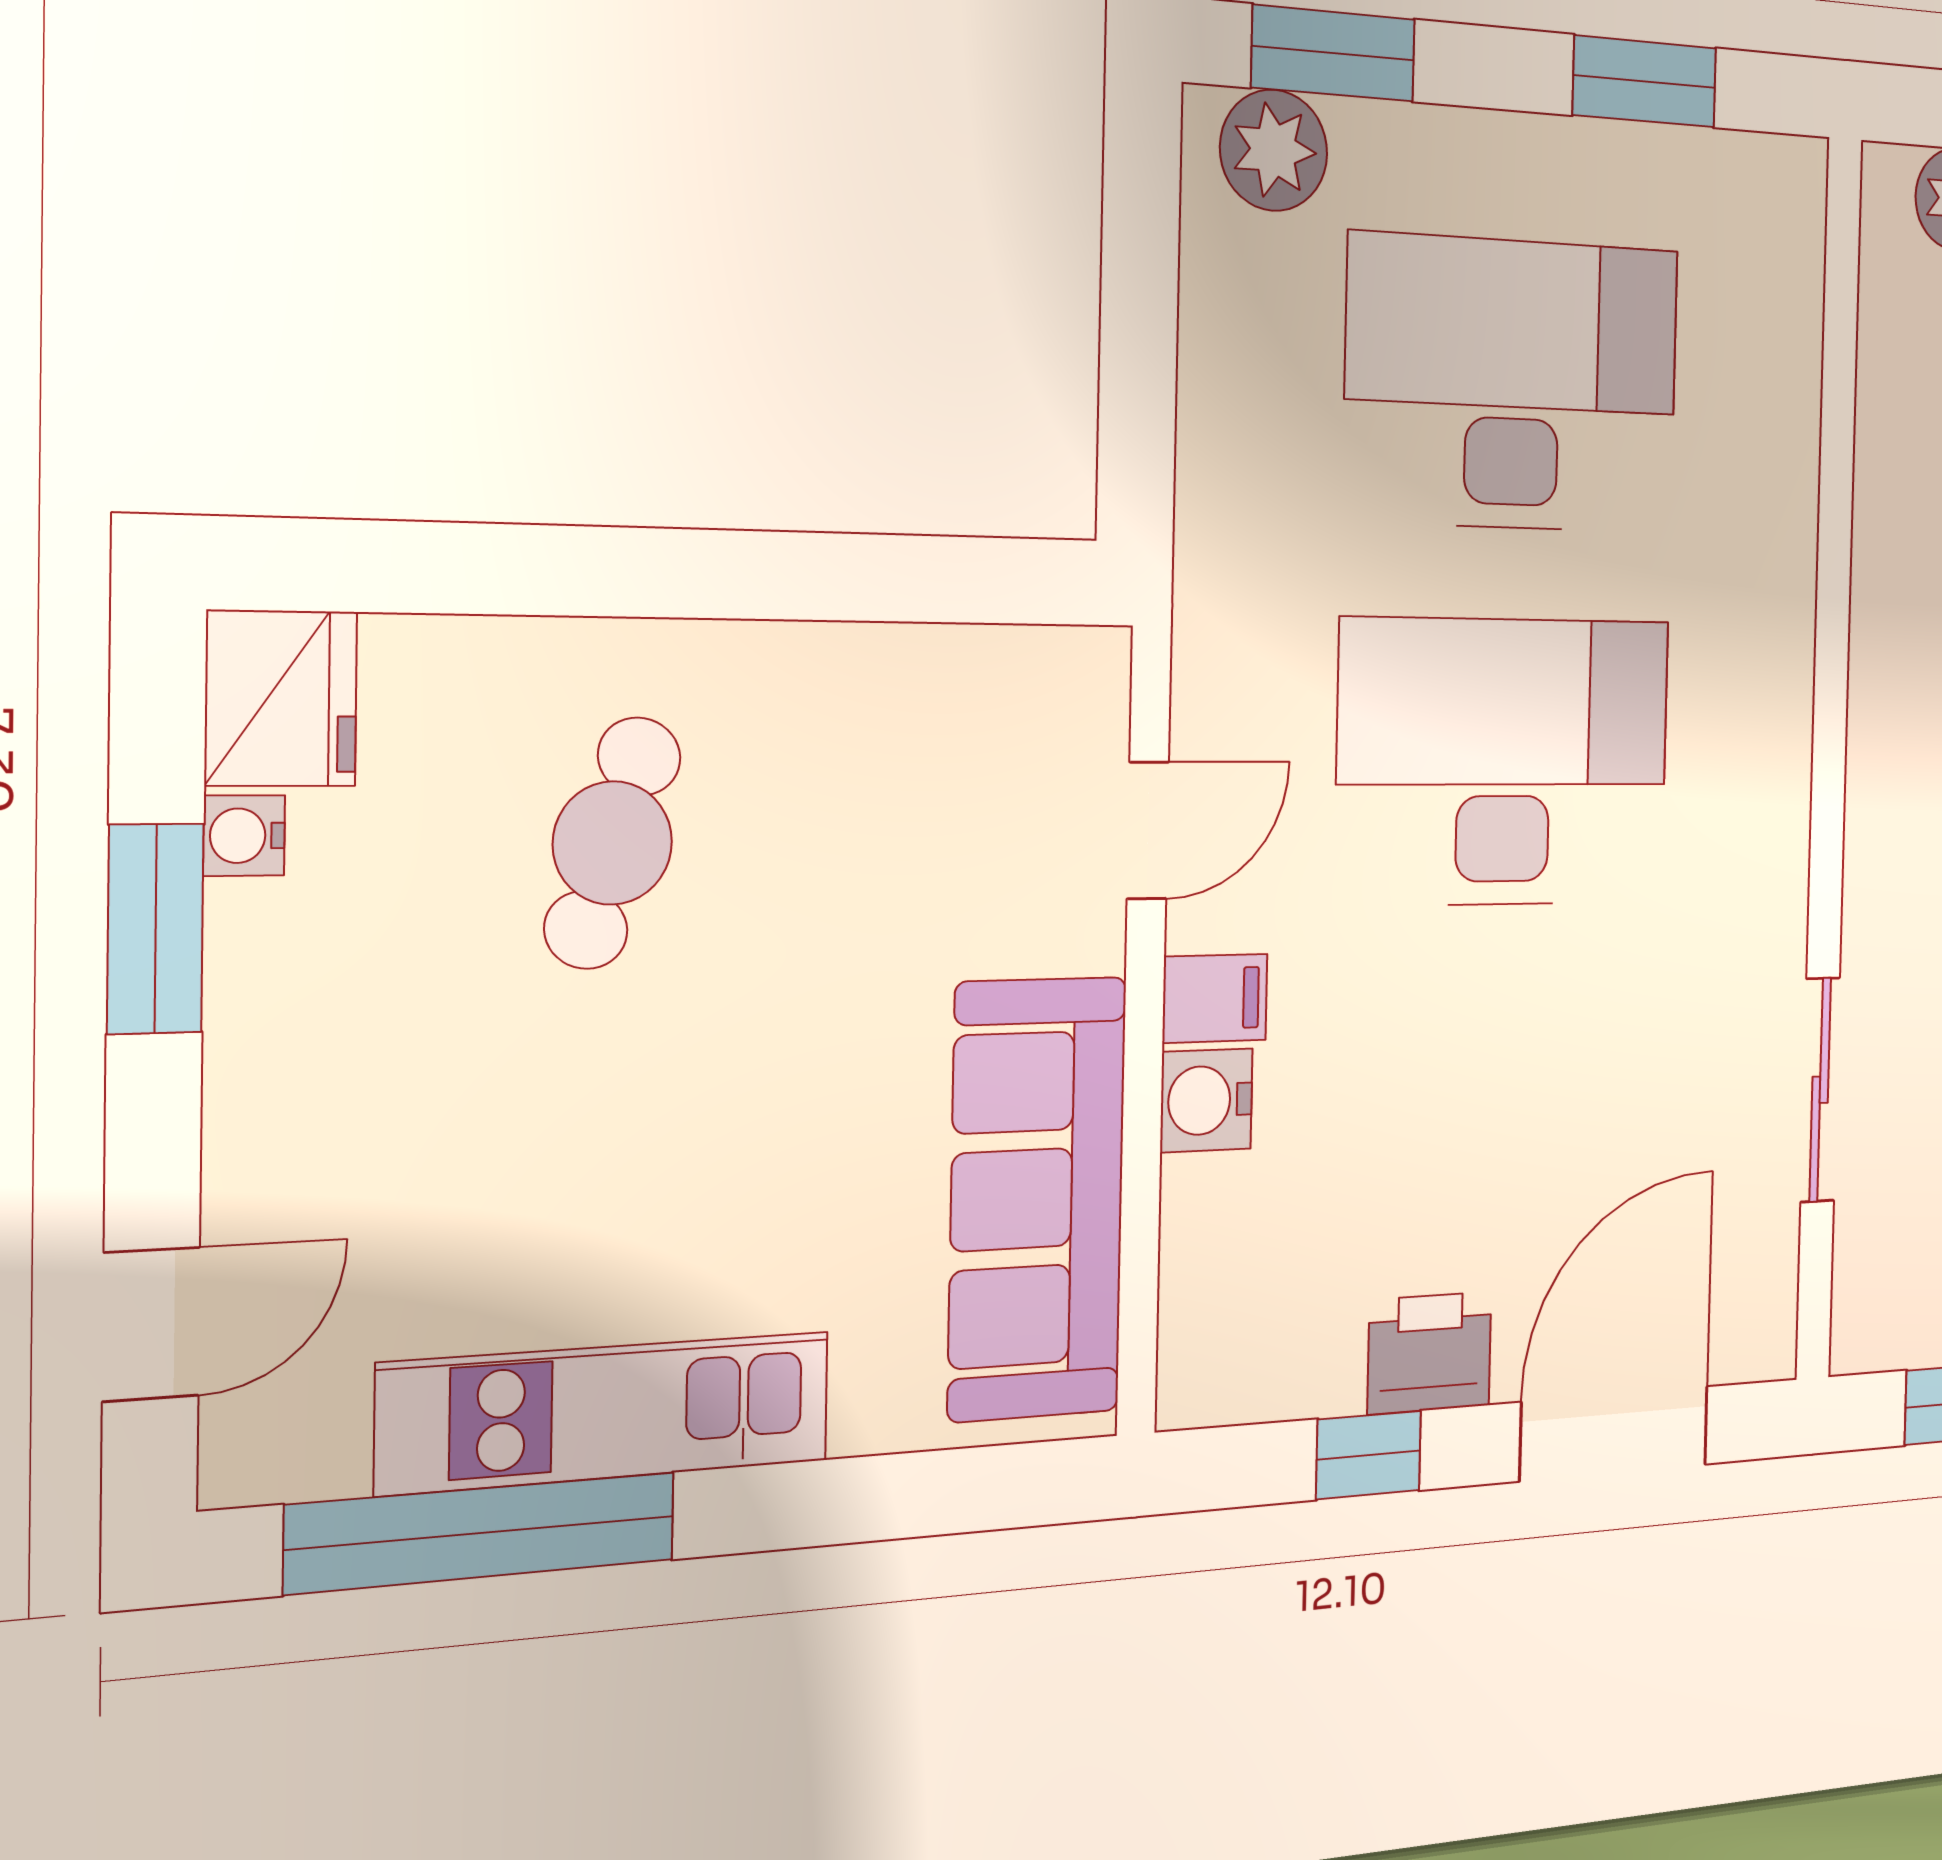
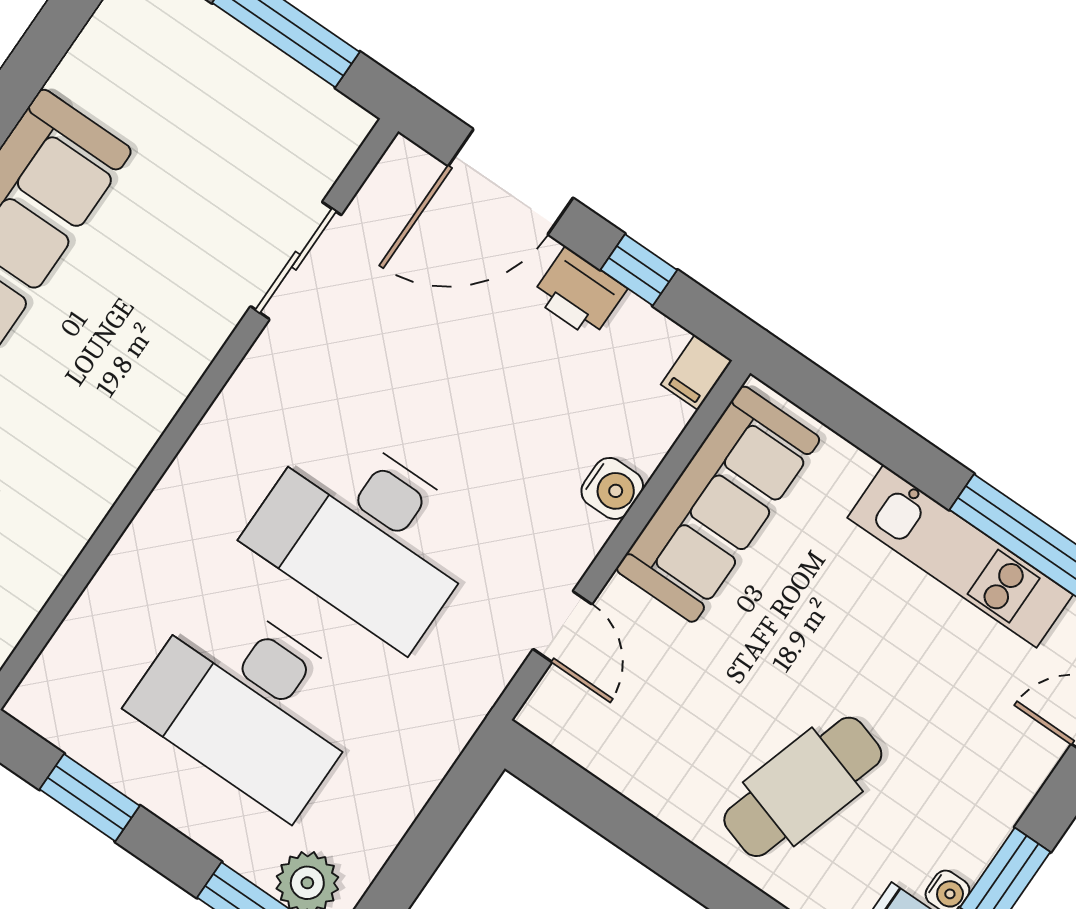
door: (1148, 830) -> (563, 627), swing flipped
cafe table: (613, 843) -> (803, 787), width x1.37, depth x1.35
filing cabinet: (1215, 998) -> (696, 373), moved, turned -90

